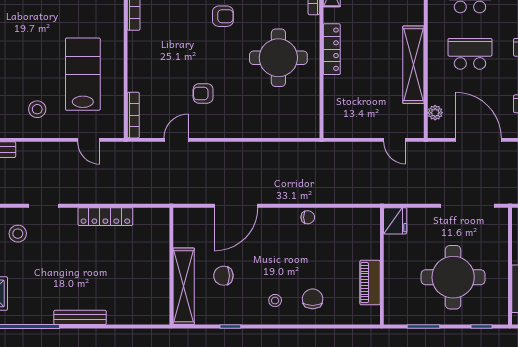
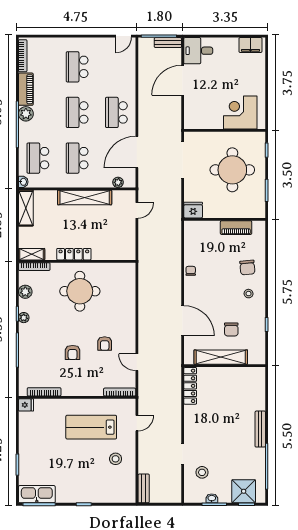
armchair: (223, 16) -> (73, 352), moved, turned 180
locker: (105, 217) -> (190, 386), moved
shelving: (184, 286) -> (221, 357), moved
chair: (313, 299) -> (247, 267), turned -95

